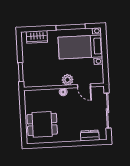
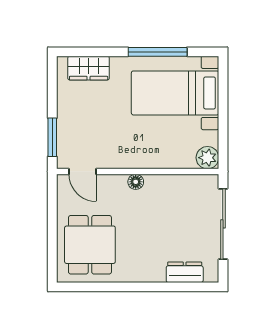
plant: (68, 80) -> (207, 158), moved
door: (84, 86) -> (82, 171), moved
dining table: (42, 124) -> (90, 245), turned 90

